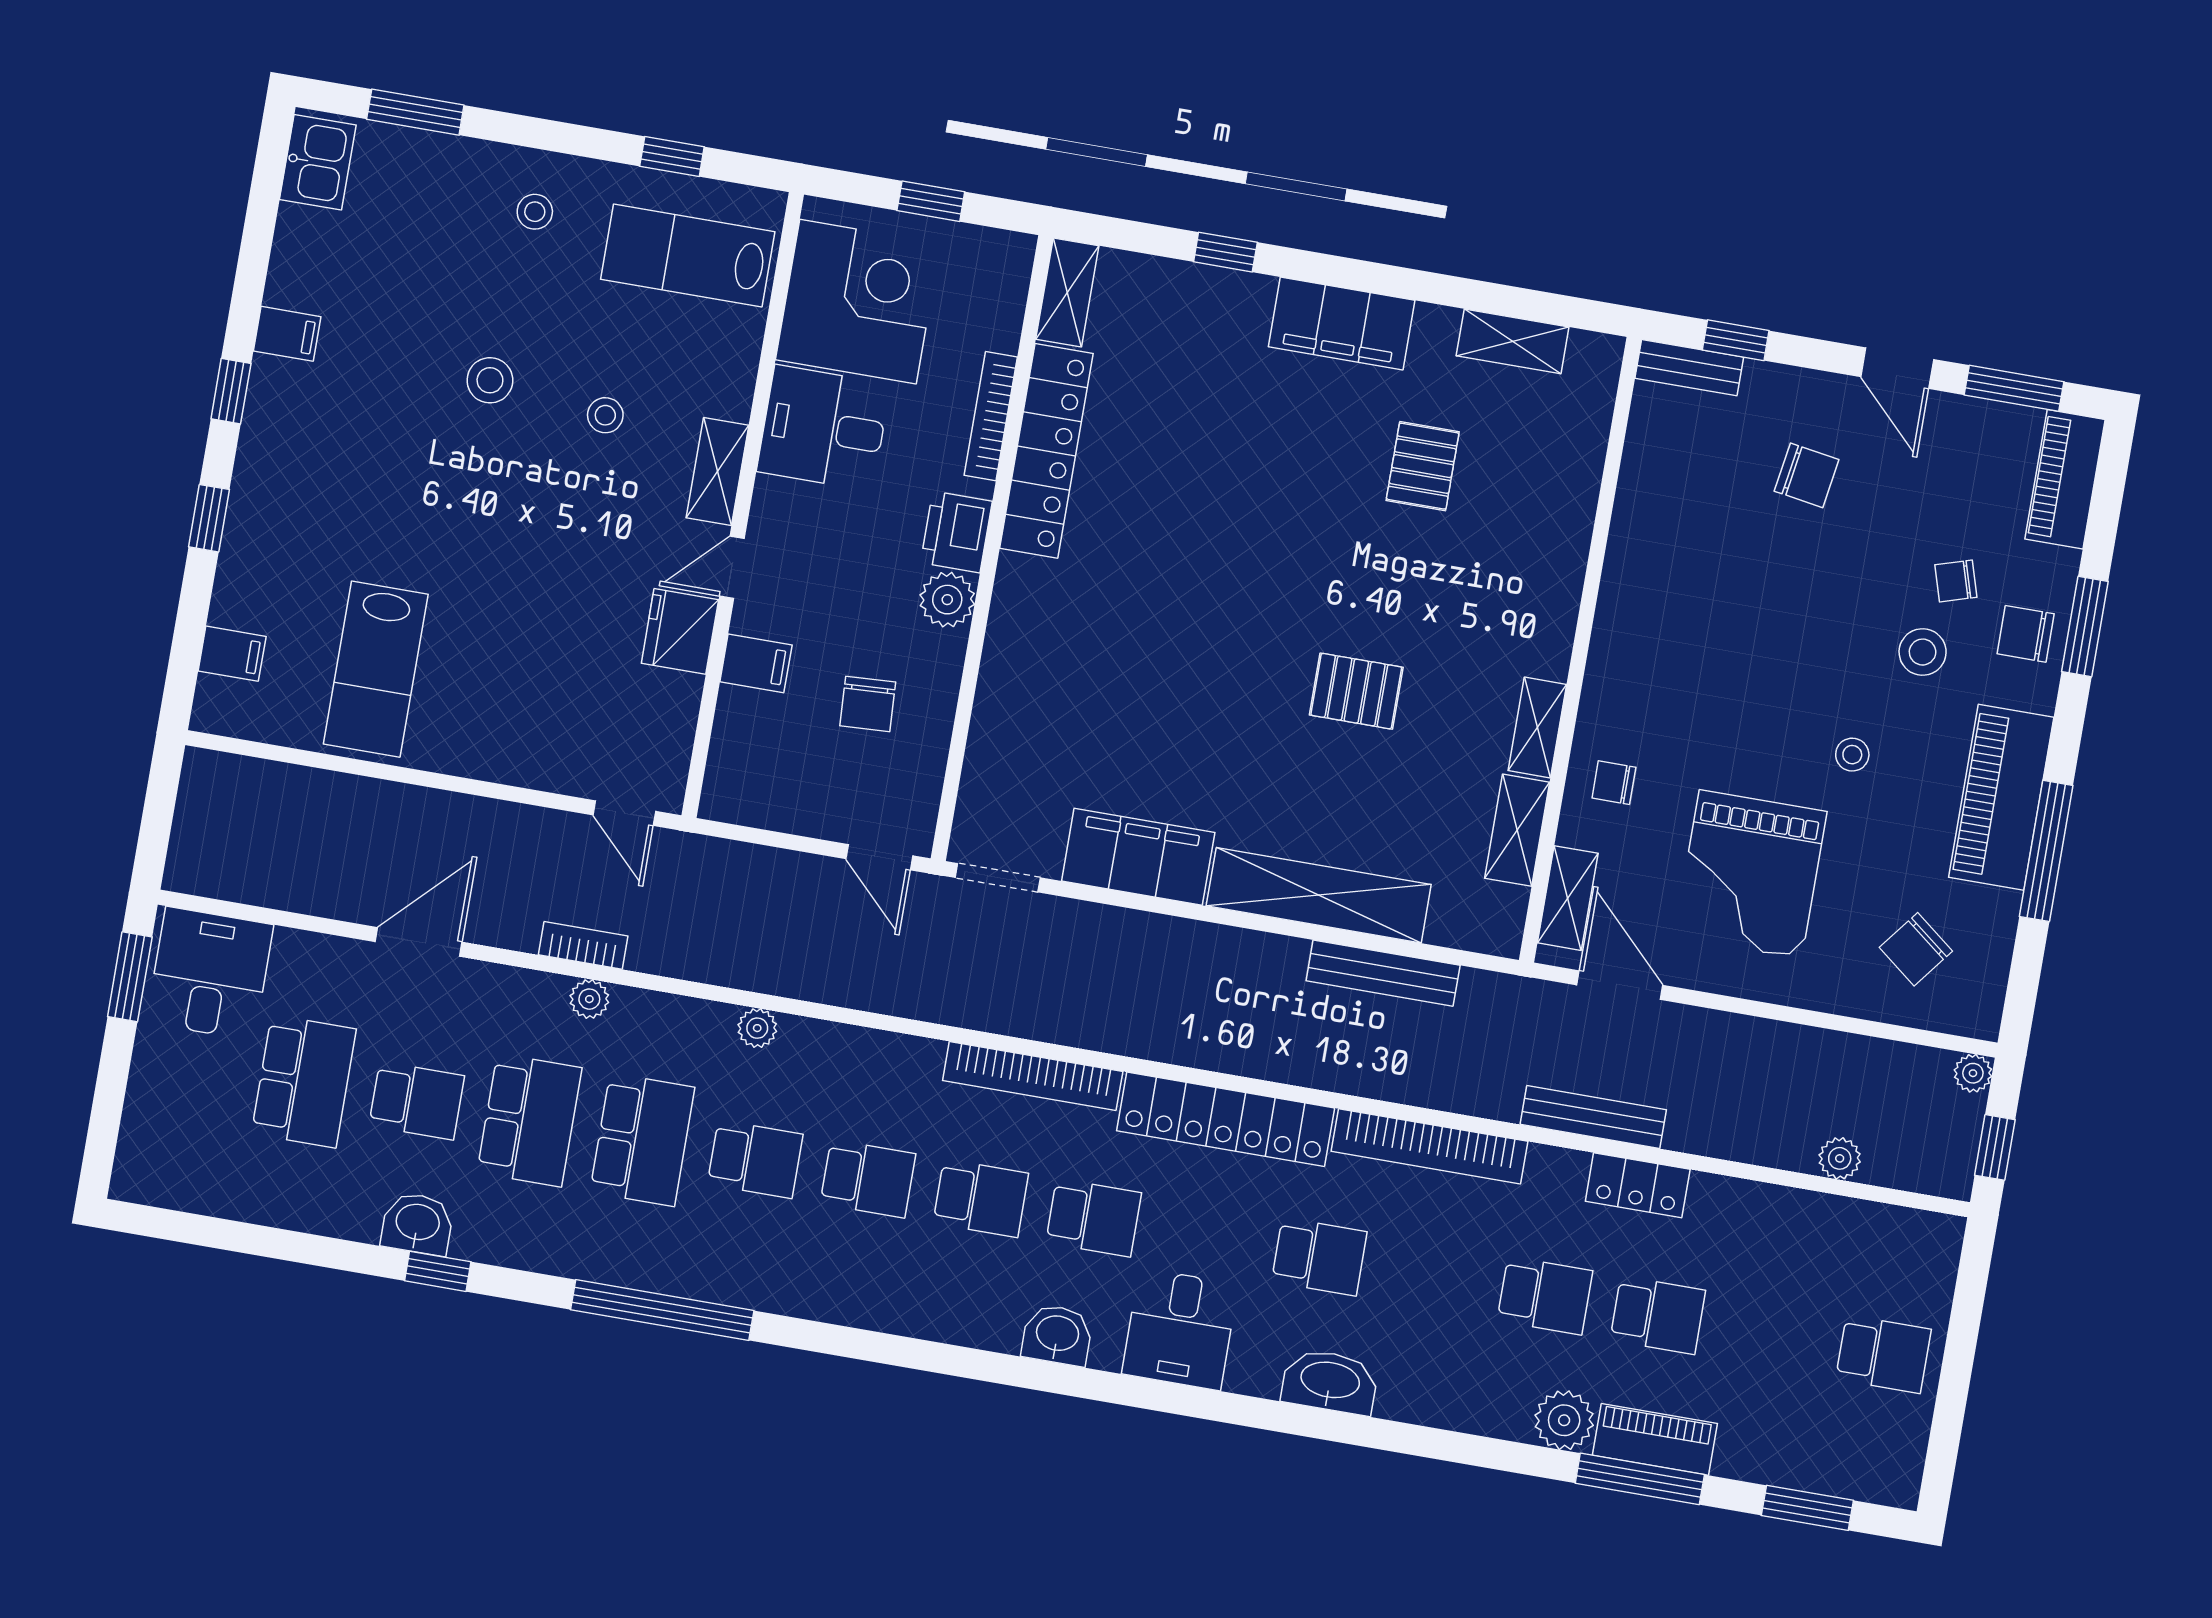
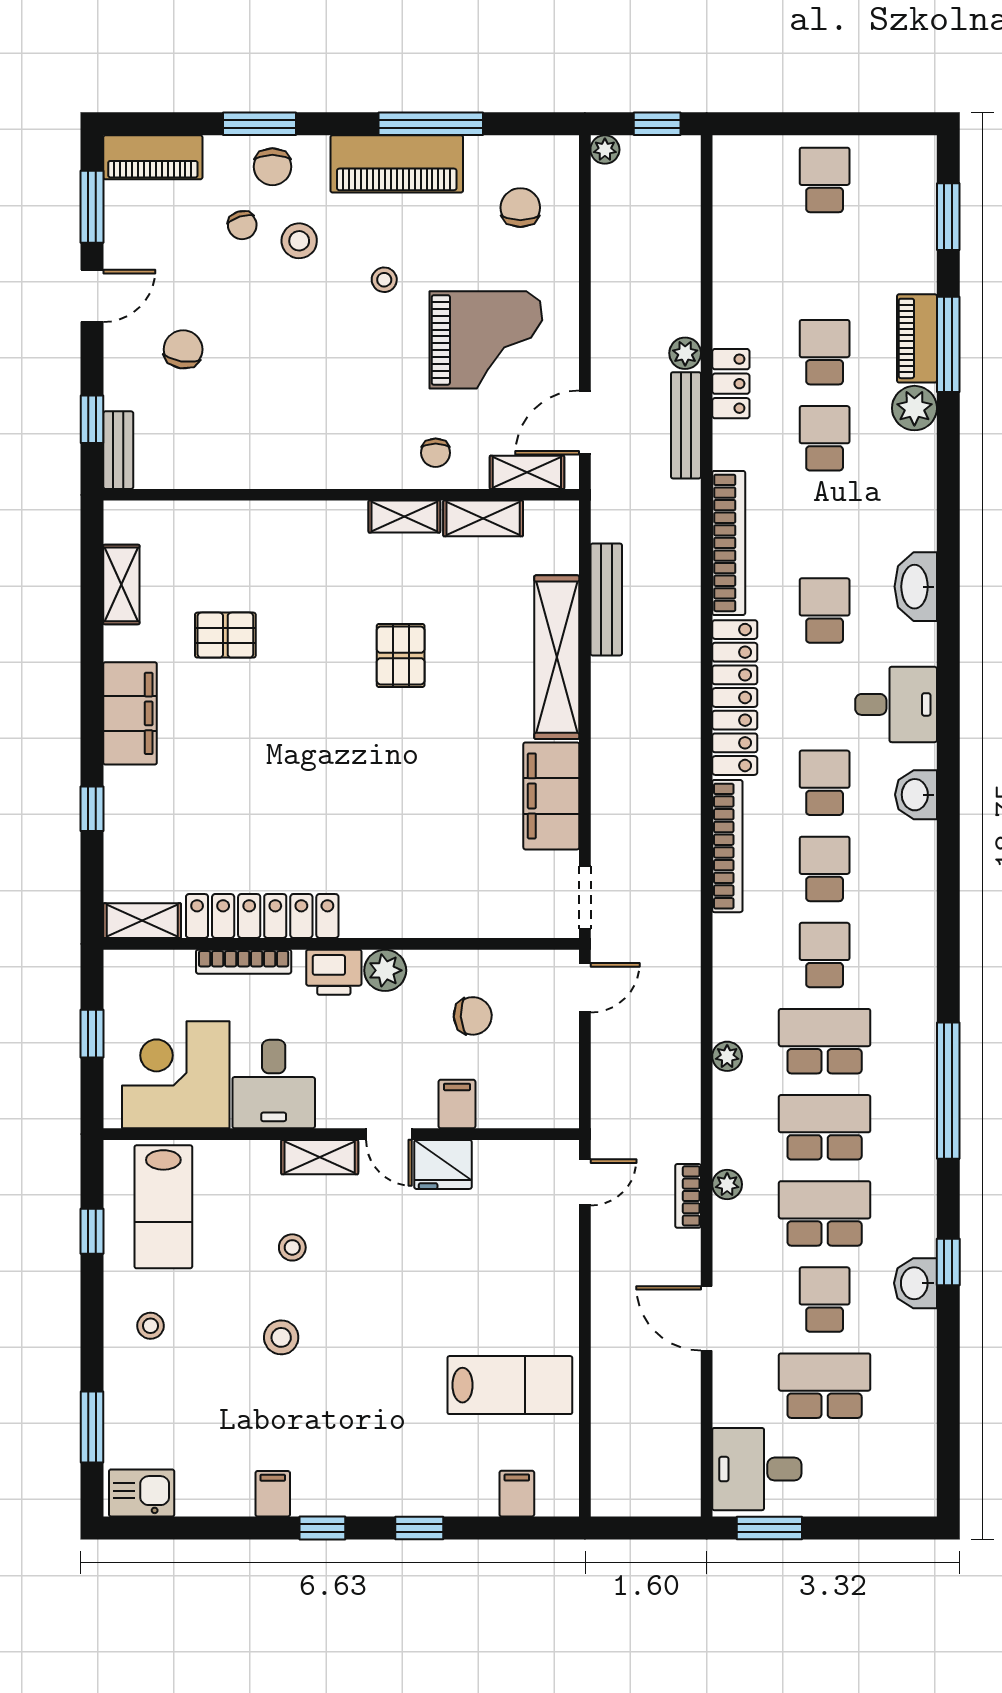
chair: (1916, 949) -> (520, 208), turned -128
plant: (1840, 1158) -> (685, 353), moved
school desk: (755, 1159) -> (825, 1041), width x1.85

